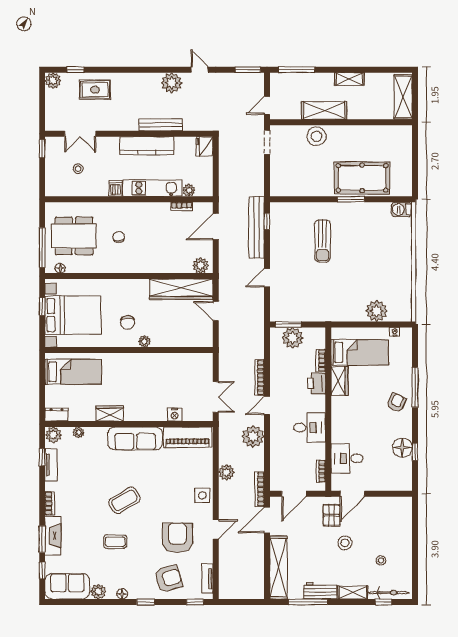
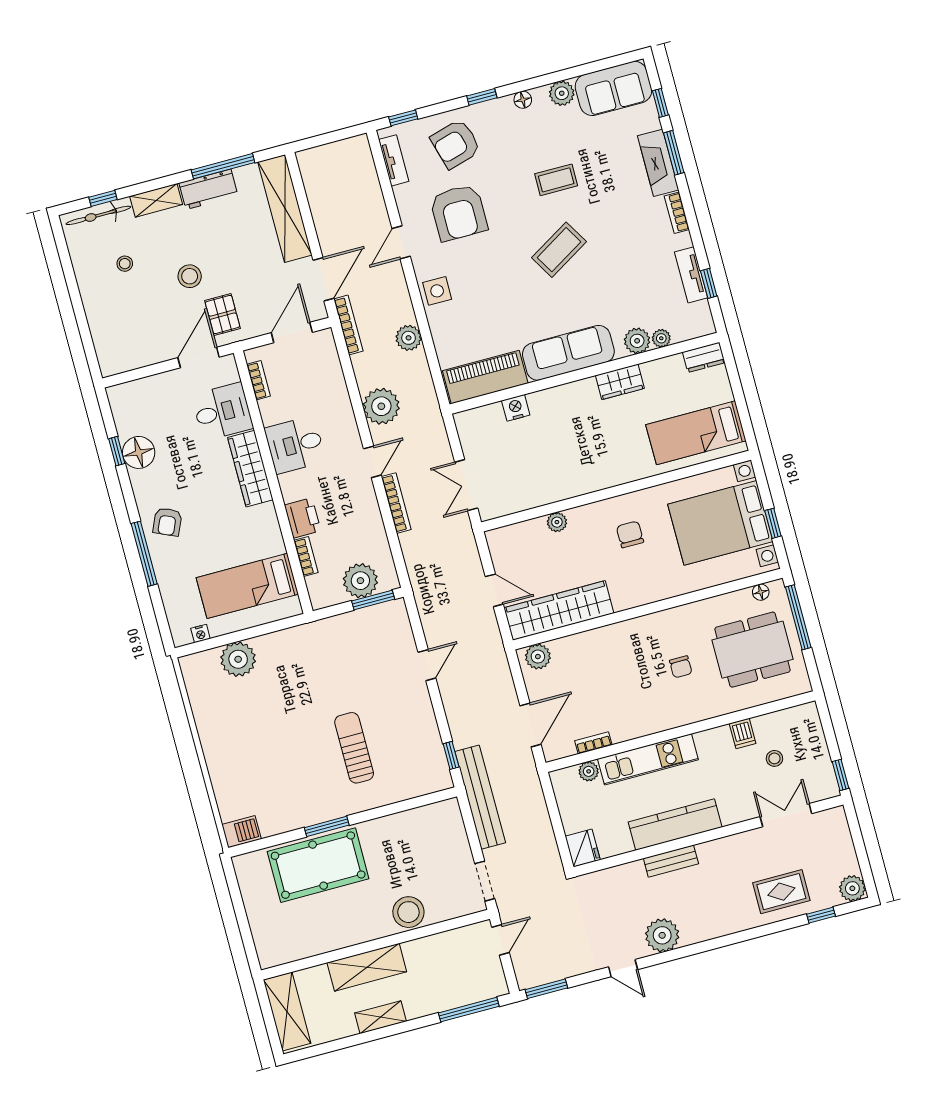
shelving: (324, 110) -> (367, 967), moved
bench: (161, 125) -> (671, 861), width x0.73
dishwasher: (116, 188) -> (743, 733), moved
bench: (256, 227) -> (480, 797), moved
plant: (145, 341) -> (557, 522), moved
wardrobe: (339, 381) -> (250, 469), moved, width x1.50
double door: (216, 397) -> (466, 485), moved
plant: (53, 435) -> (637, 341), moved

